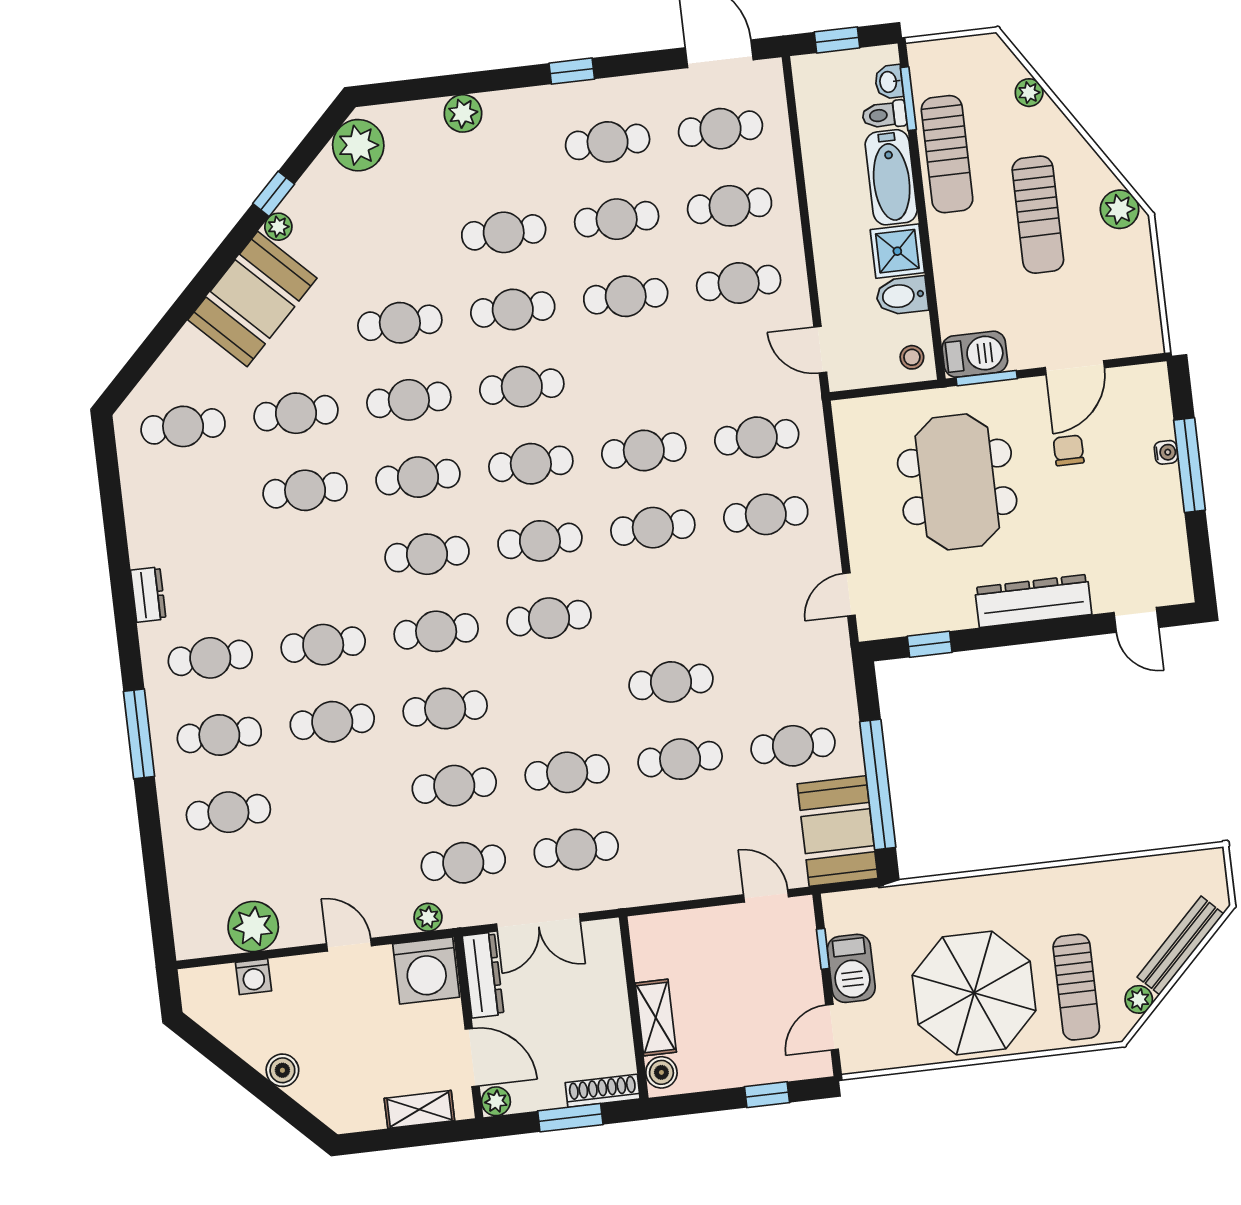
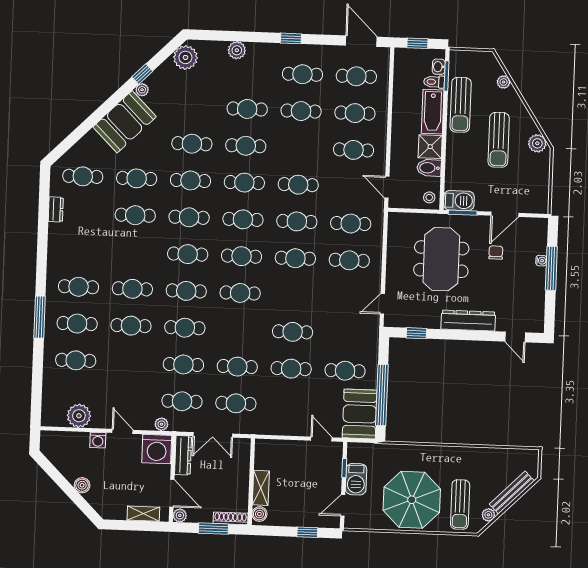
cafe table: (626, 296) -> (298, 185), moved
dresser: (148, 595) -> (56, 209), moved
washing machine: (254, 977) -> (98, 440), moved

